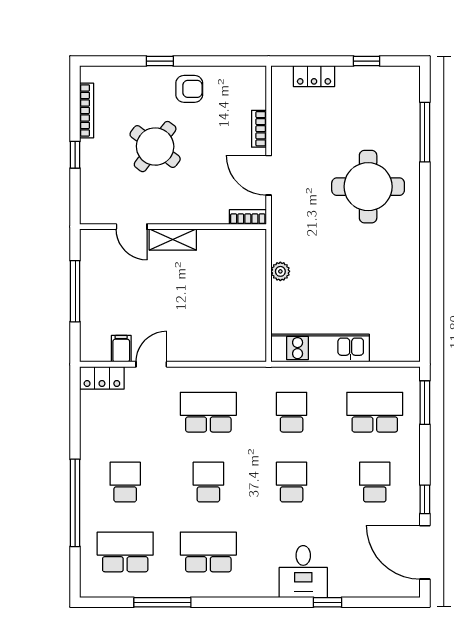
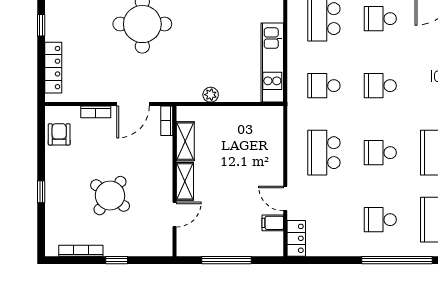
locker: (314, 76) -> (53, 68), width x1.53
armchair: (189, 89) -> (59, 134), moved
shelving: (223, 240) -> (185, 141), added

